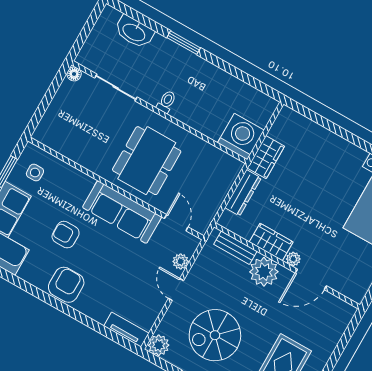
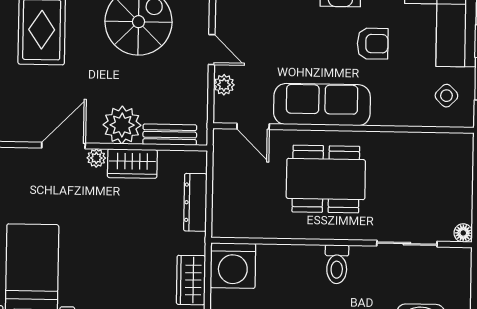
toilet: (166, 102) -> (337, 264), width x1.37, depth x1.39
wardrobe: (266, 157) -> (191, 280), moved
dining table: (147, 161) -> (326, 179), turned 90
side table: (35, 173) -> (446, 96), turned 45

